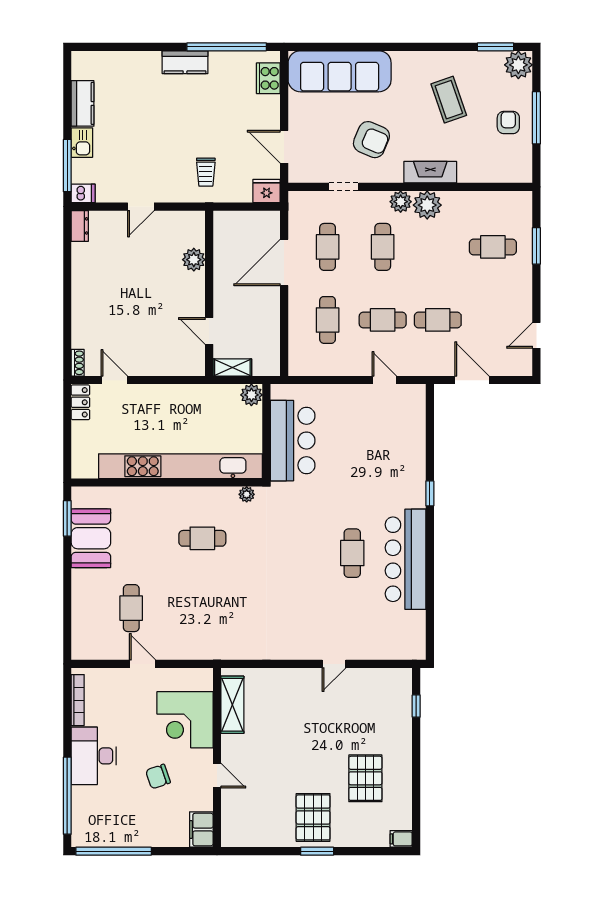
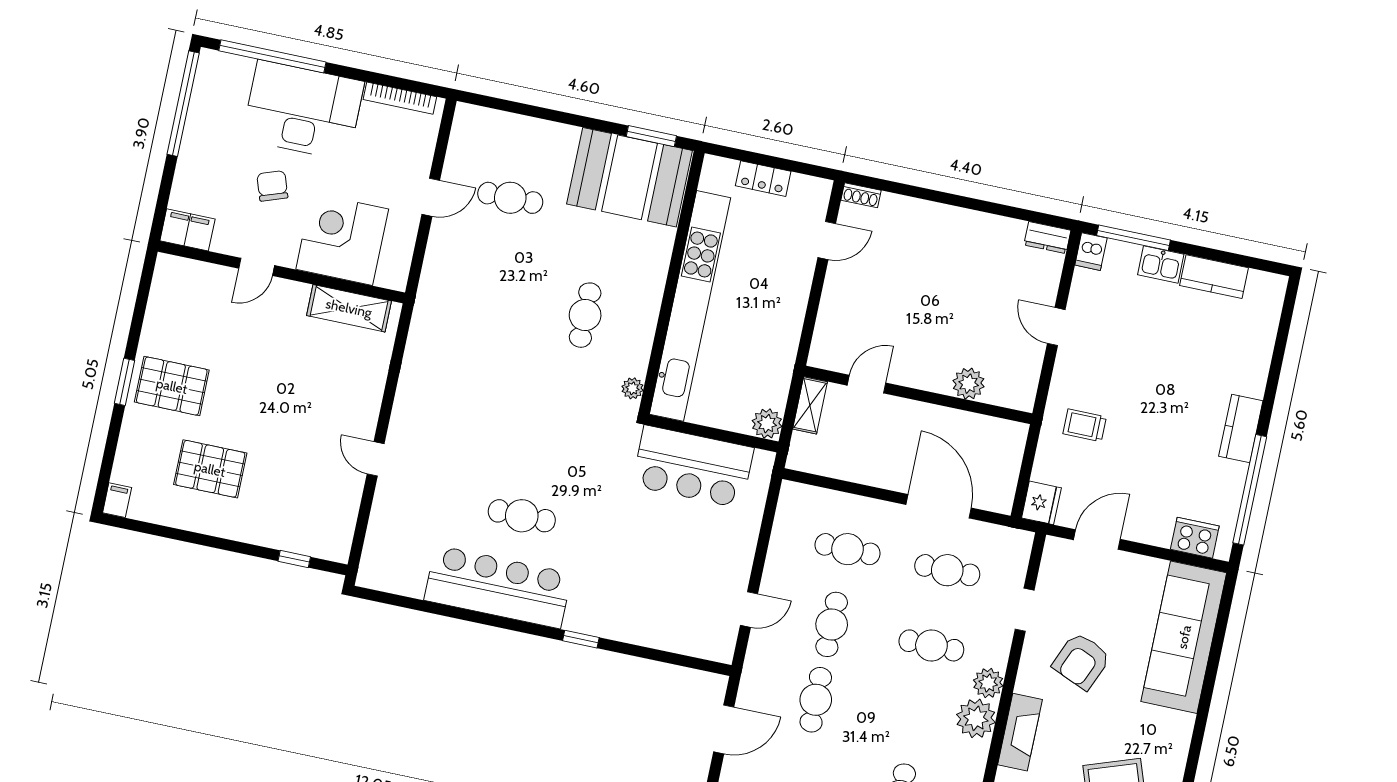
locker: (80, 402) -> (763, 179), moved
booth: (91, 538) -> (630, 177), width x1.36, depth x1.42
desk: (94, 756) -> (303, 110), width x1.36, depth x1.30

